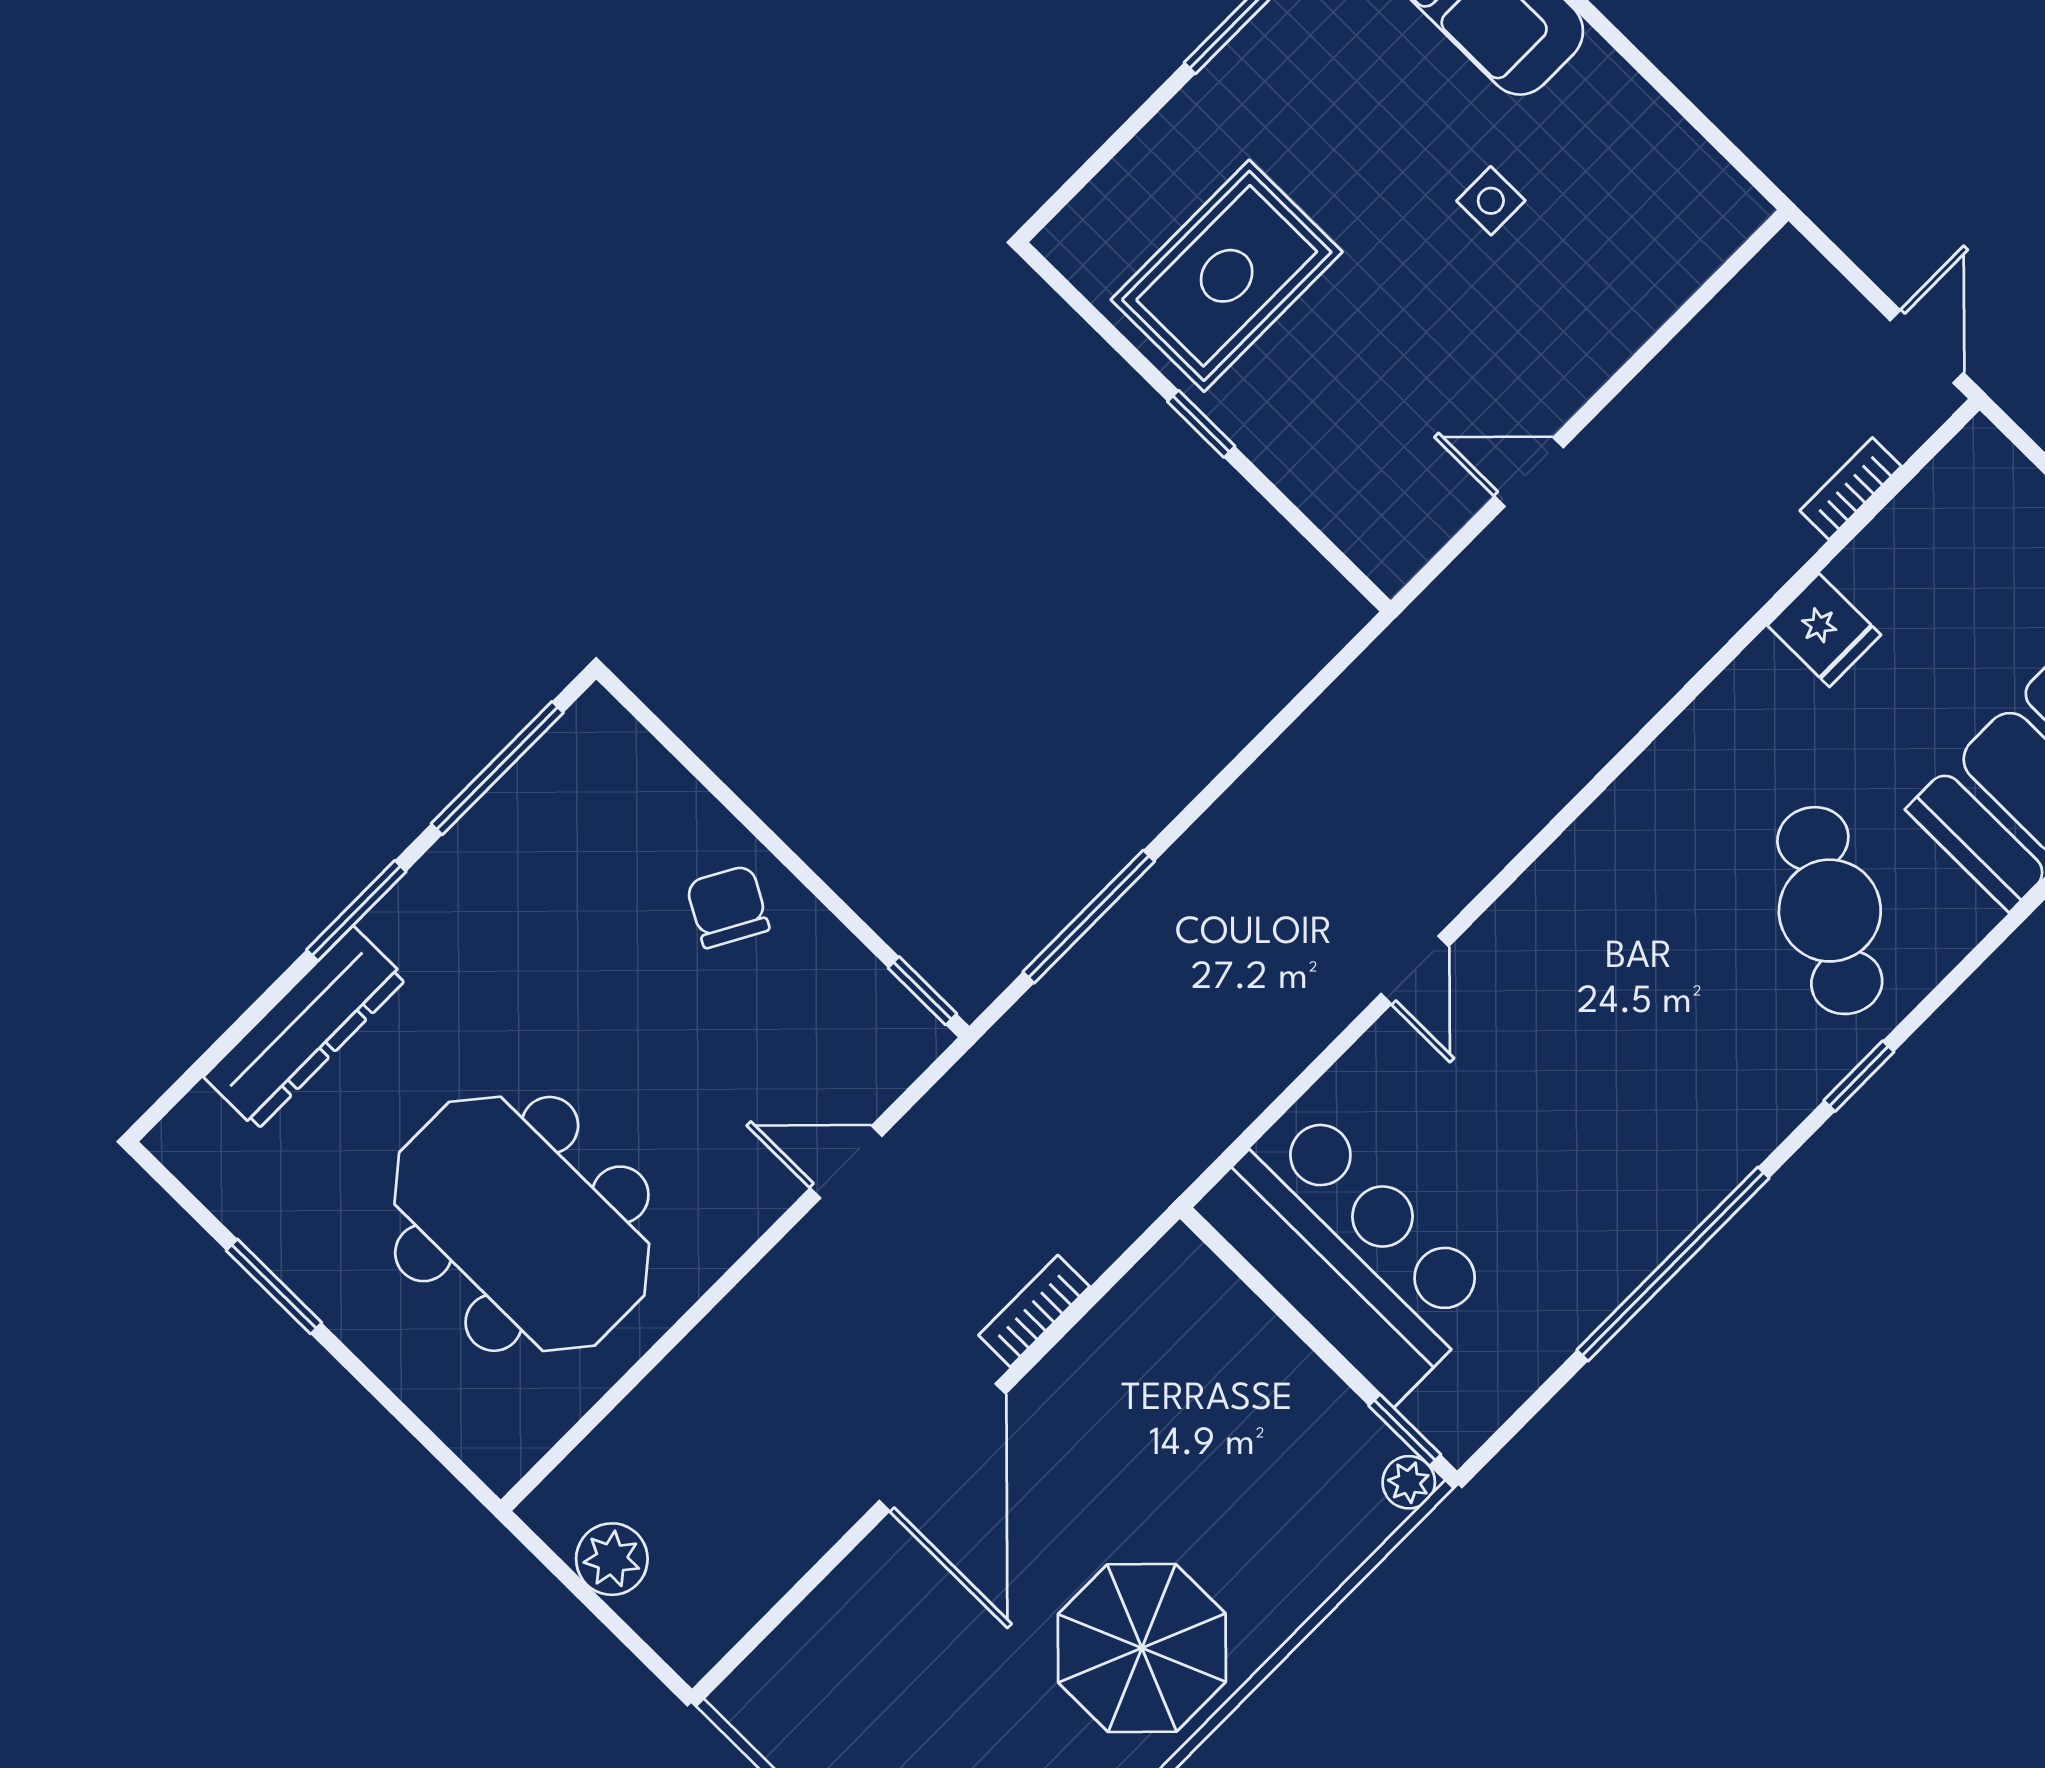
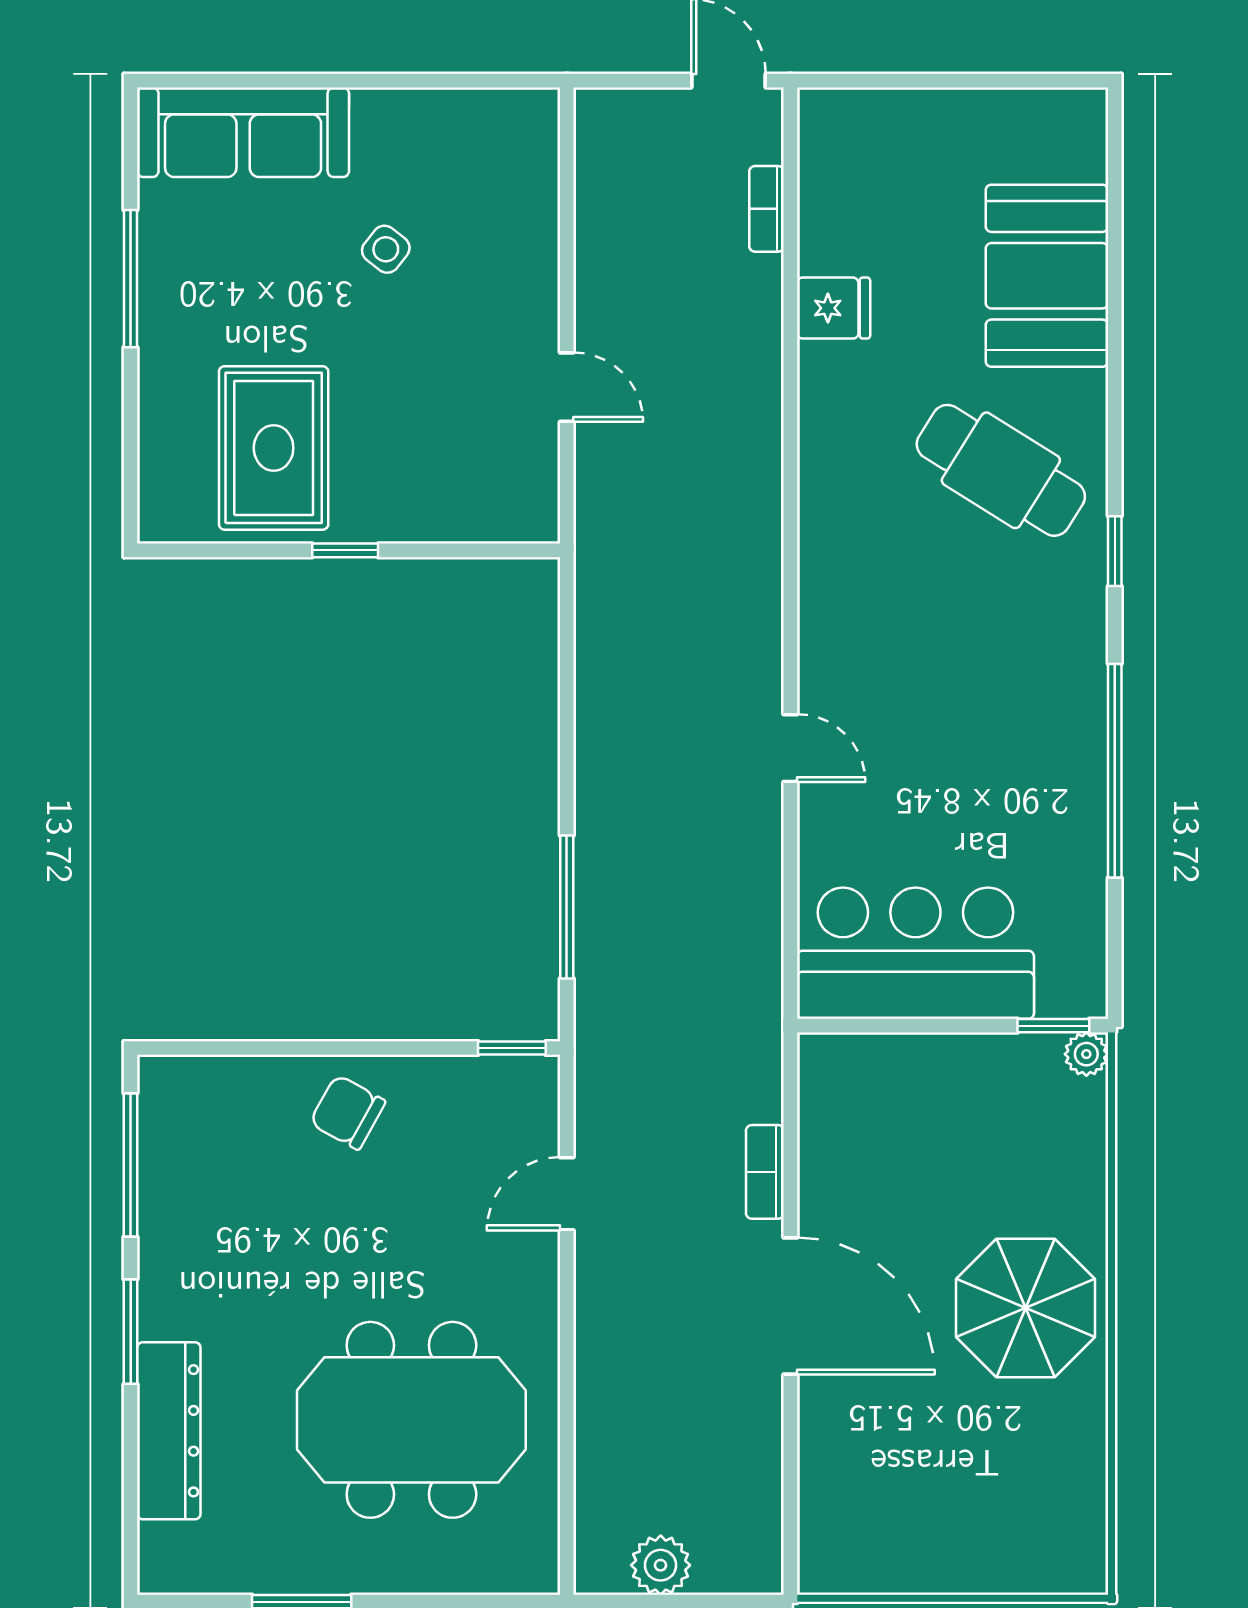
side table: (1491, 201) -> (386, 249), turned 38
door: (1529, 472) -> (567, 387), swing flipped

